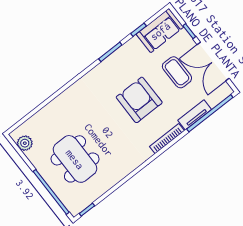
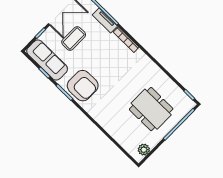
sofa: (160, 31) -> (47, 60), width x1.36
armchair: (139, 100) -> (83, 86), moved, turned -90
dining table: (75, 159) -> (151, 109), turned 90

